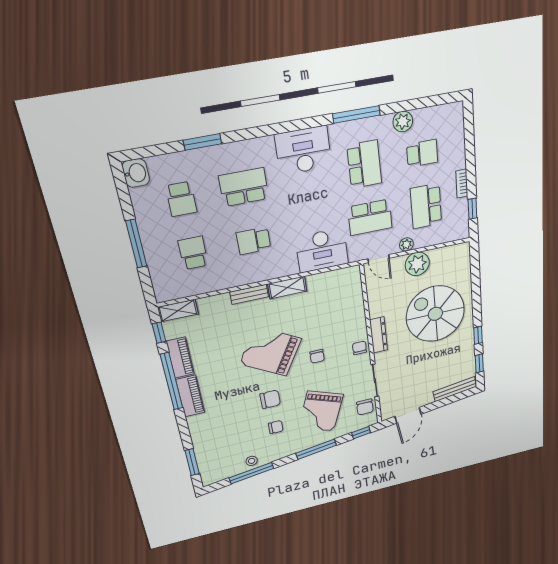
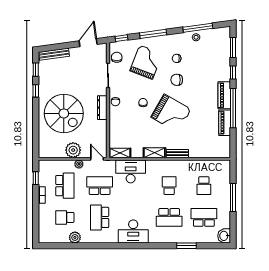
window: (356, 114) -> (101, 246), removed
school desk: (181, 199) -> (204, 217), width x1.85
school desk: (254, 241) -> (169, 186), turned -90
shelving: (178, 311) -> (120, 153), moved
window: (159, 333) -> (233, 72), moved

